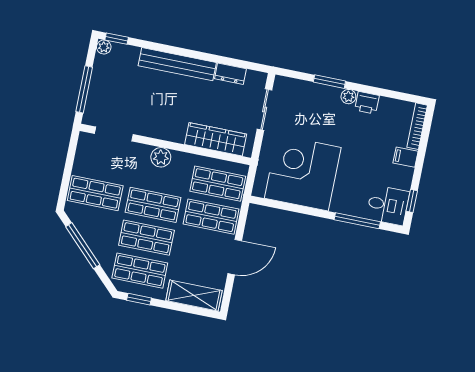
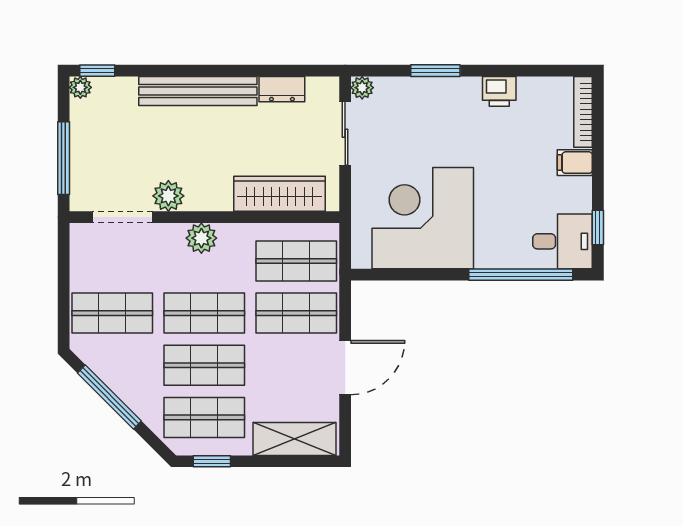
plant: (348, 97) -> (362, 88), moved
plant: (145, 127) -> (168, 196), added
window: (357, 221) -> (521, 275), width x1.46

